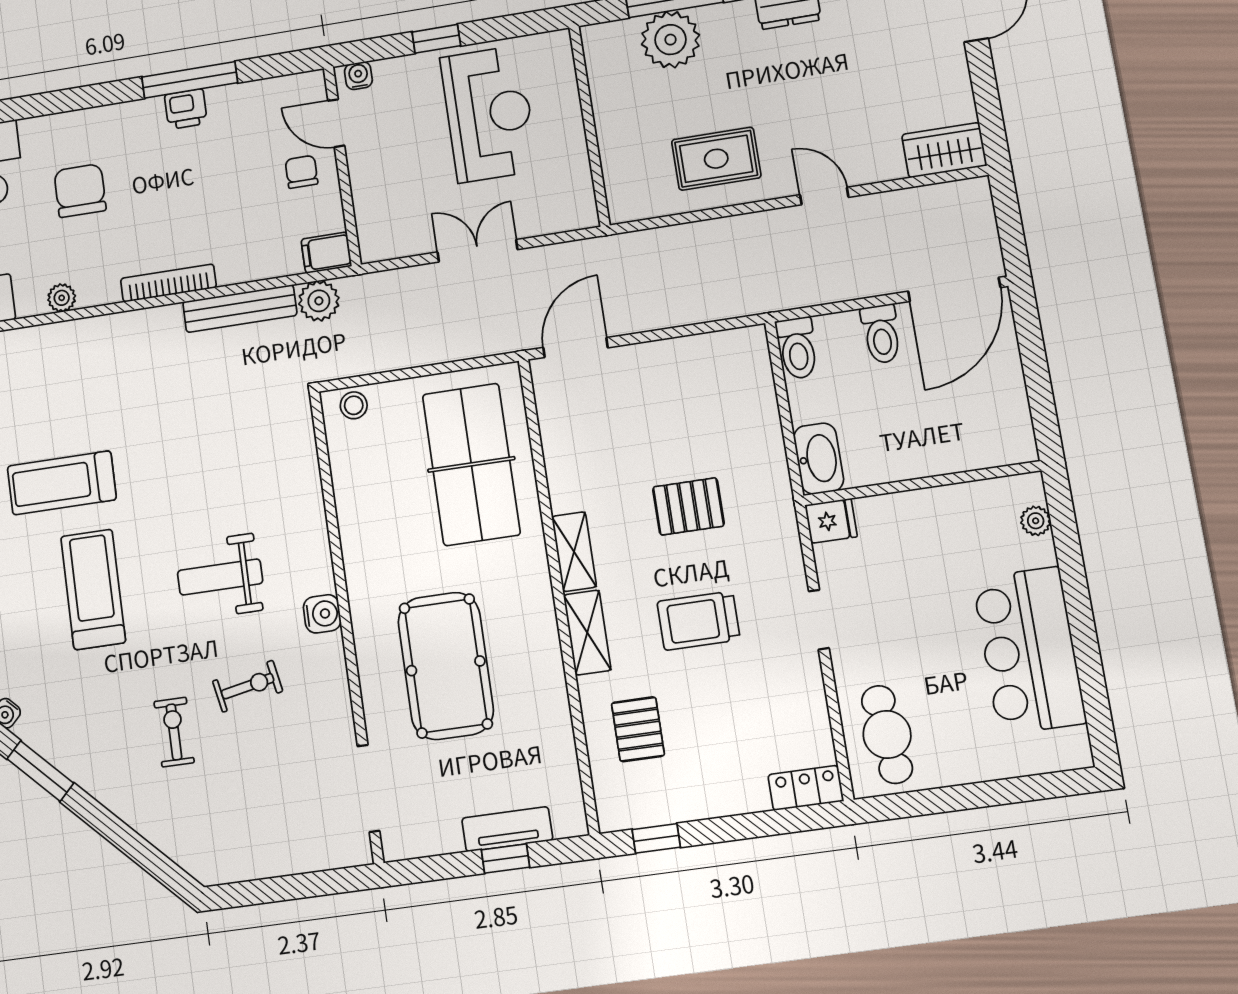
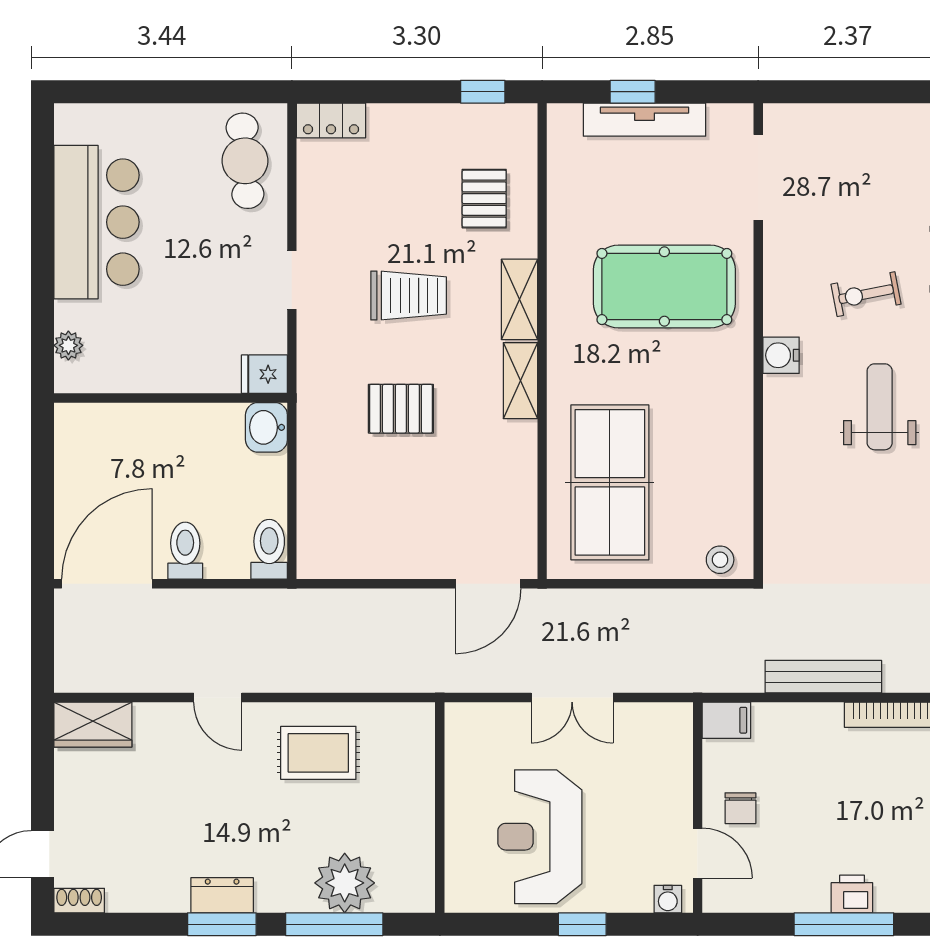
plant: (319, 301) -> (741, 672), removed
washbasin: (819, 459) -> (266, 427), width x0.72
weight bench: (220, 577) -> (880, 407), turned -90
pool table: (446, 666) -> (664, 286), turned 90
tv unit: (507, 829) -> (644, 120), width x1.41

